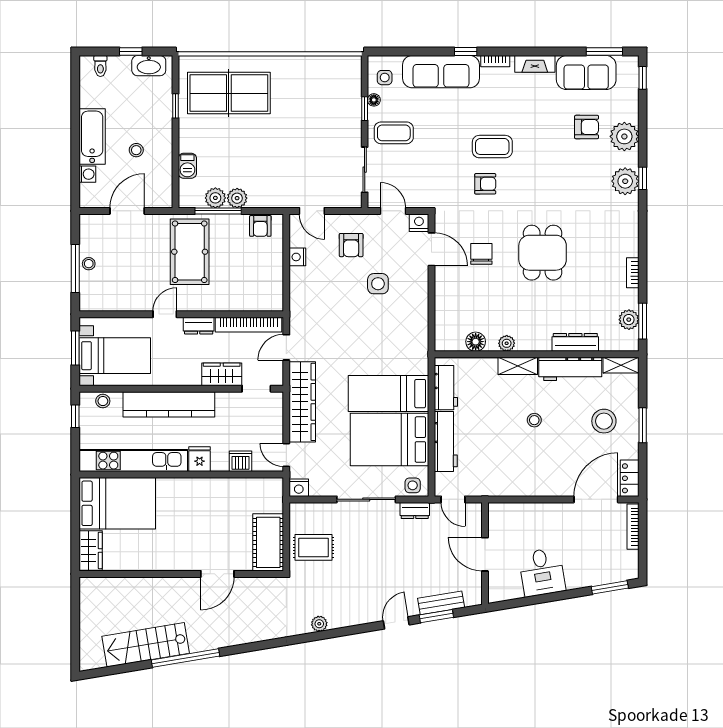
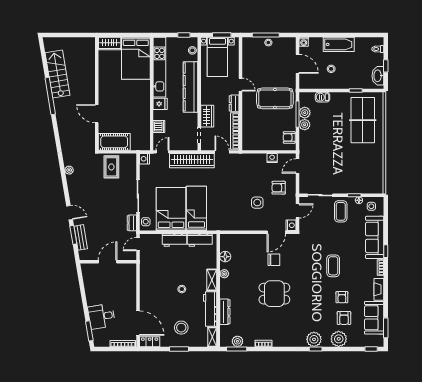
washing machine: (87, 174) -> (304, 42), moved
armchair: (485, 184) -> (342, 297), moved
workbench: (446, 442) -> (174, 240), width x0.73
desk: (542, 572) -> (102, 316), moved

